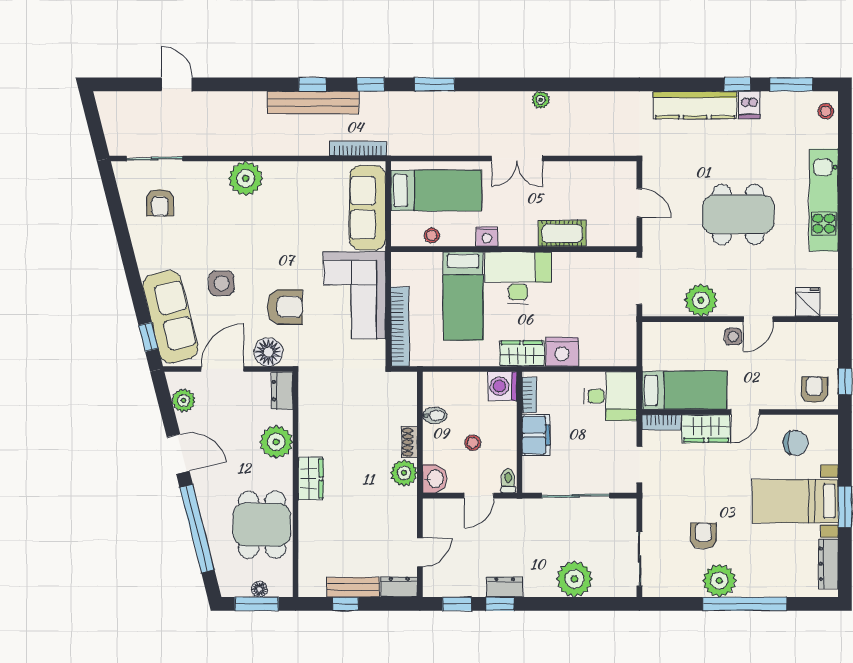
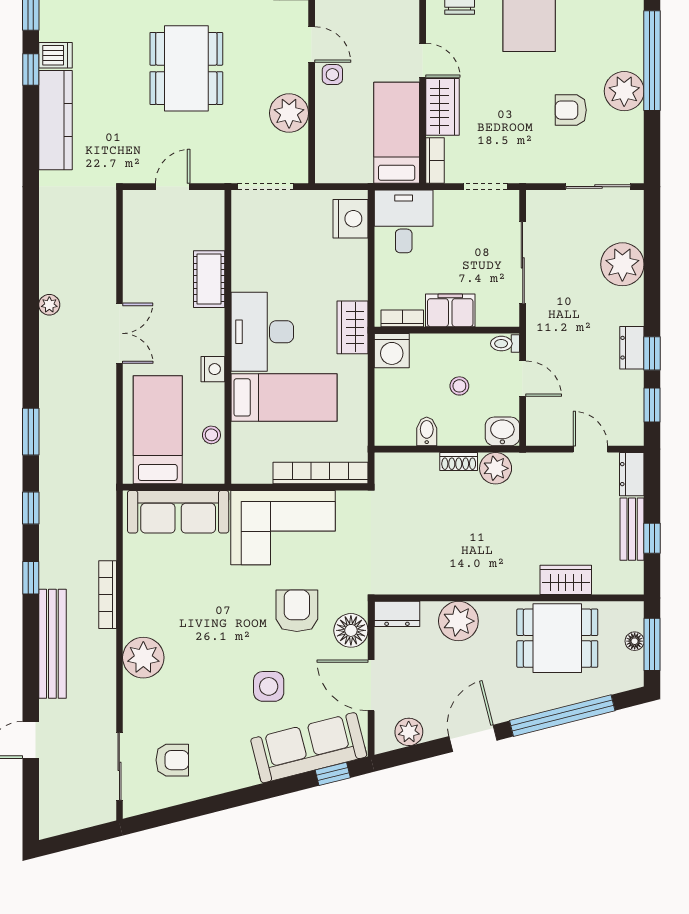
bench: (313, 102) -> (52, 644), moved
bookcase: (358, 149) -> (108, 595), moved
nightstand: (562, 352) -> (351, 219), moved
wardrobe: (311, 479) -> (566, 580), moved

